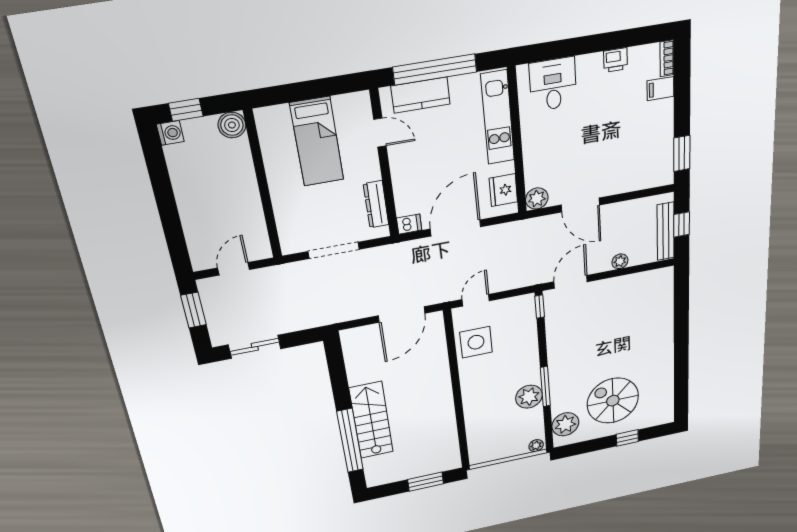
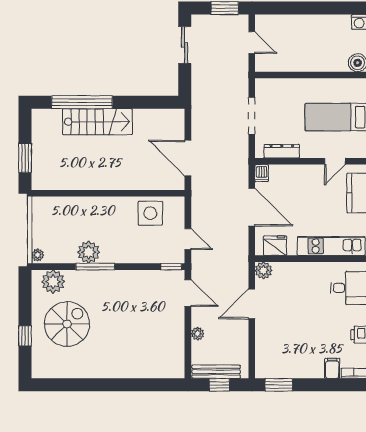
door: (476, 300) -> (188, 239), moved

